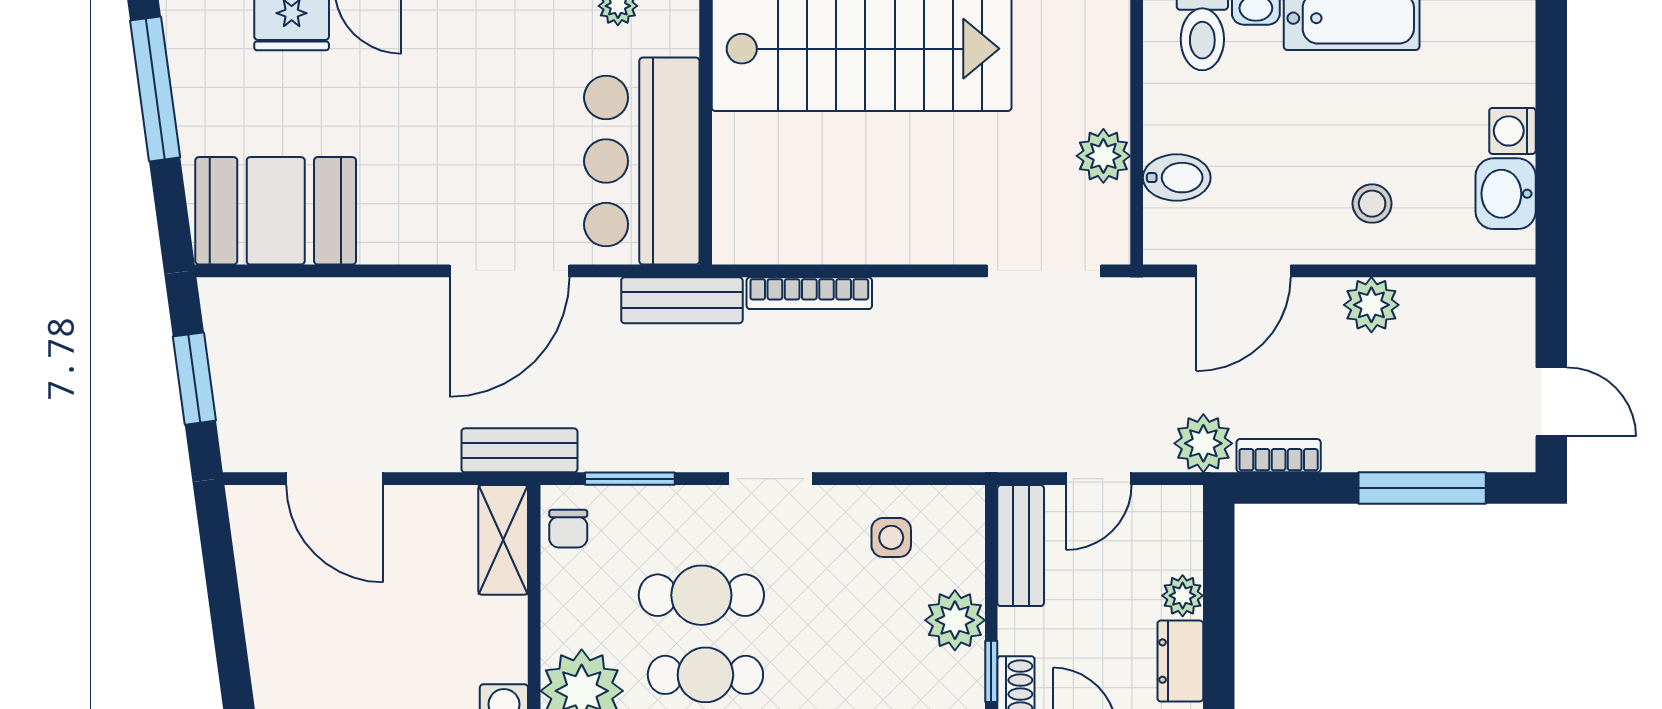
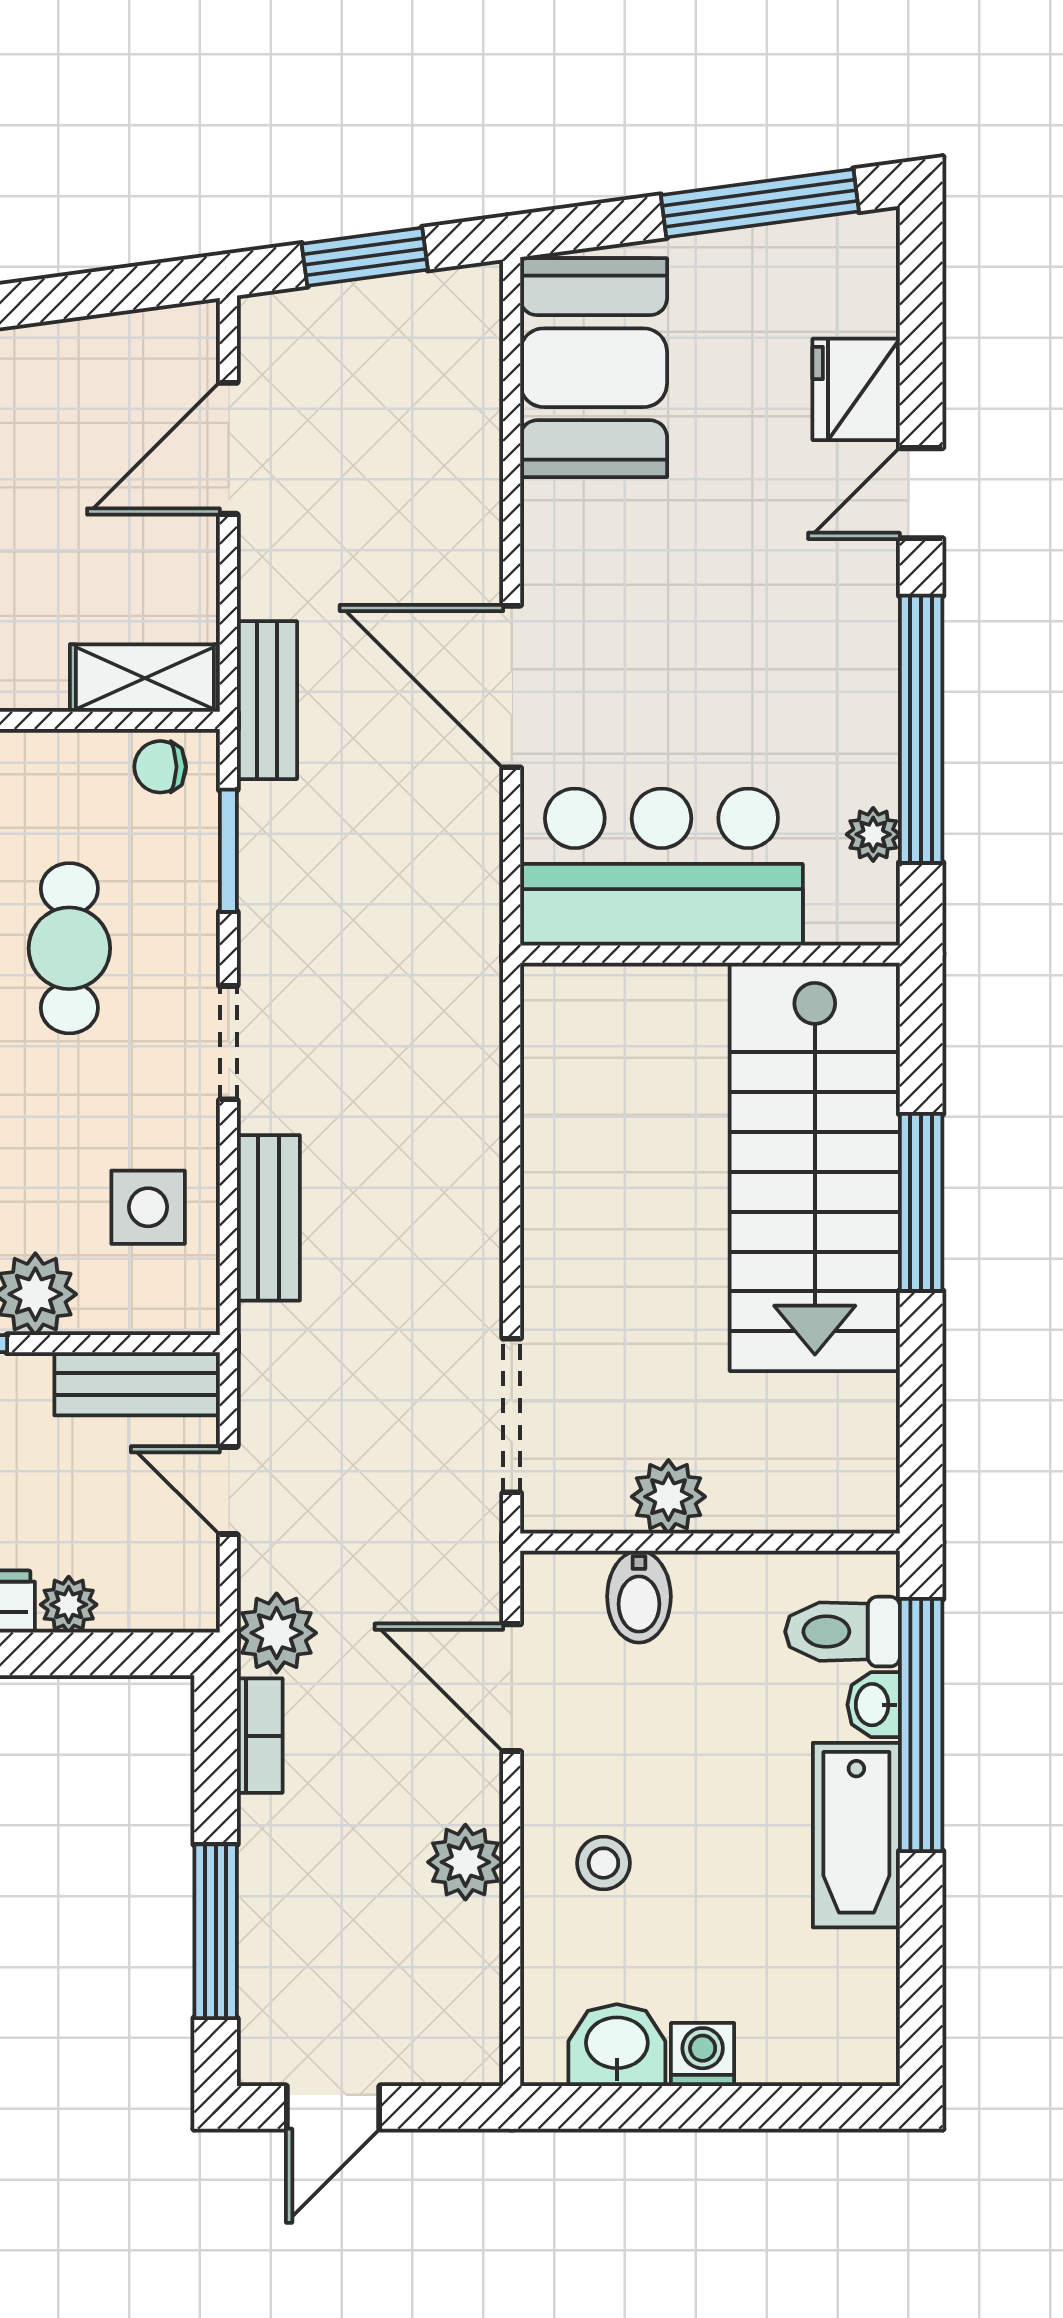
bookcase: (809, 293) -> (481, 1096), removed
bench: (682, 300) -> (268, 1218), moved
side table: (891, 537) -> (148, 1207), width x1.37, depth x1.37

